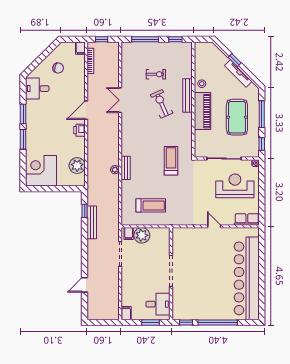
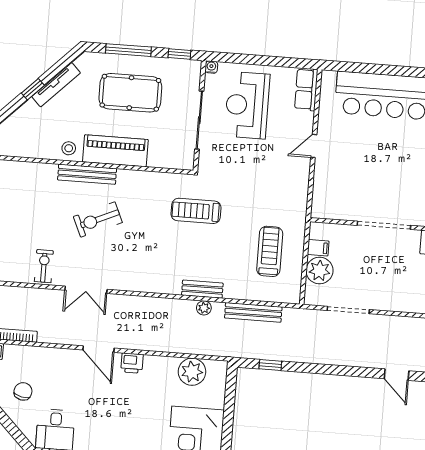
exercise bike: (156, 74) -> (44, 266), moved
bench: (92, 222) -> (253, 312), moved
filing cabinet: (129, 233) -> (318, 248), moved

